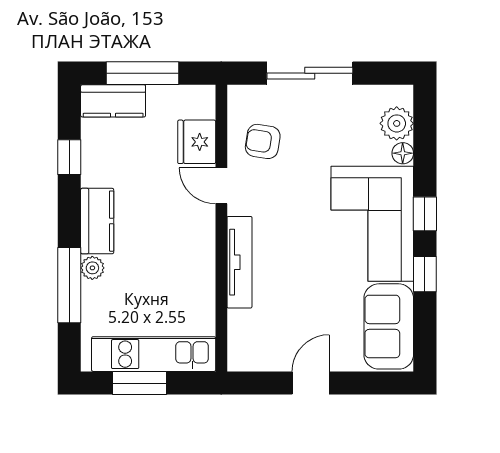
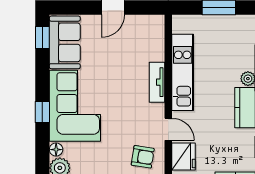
tv unit: (239, 262) -> (157, 82), width x0.71
window: (425, 274) -> (42, 37), moved
kitchen unit: (154, 354) -> (183, 72), moved, turned -90

